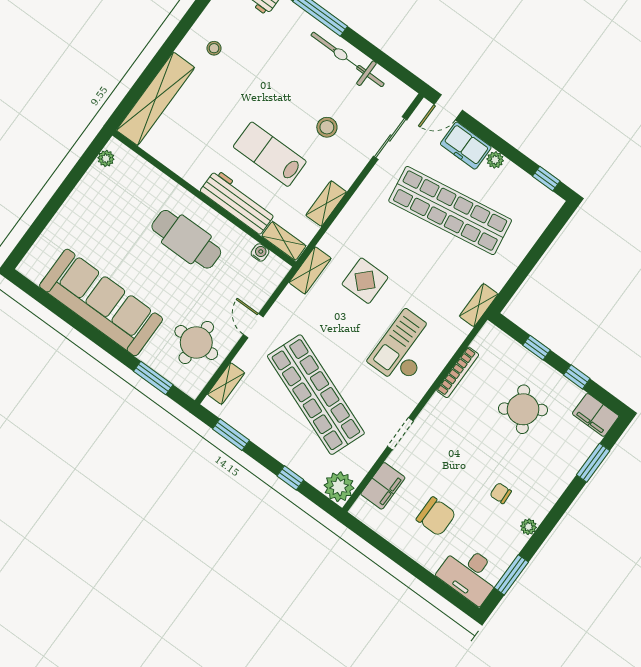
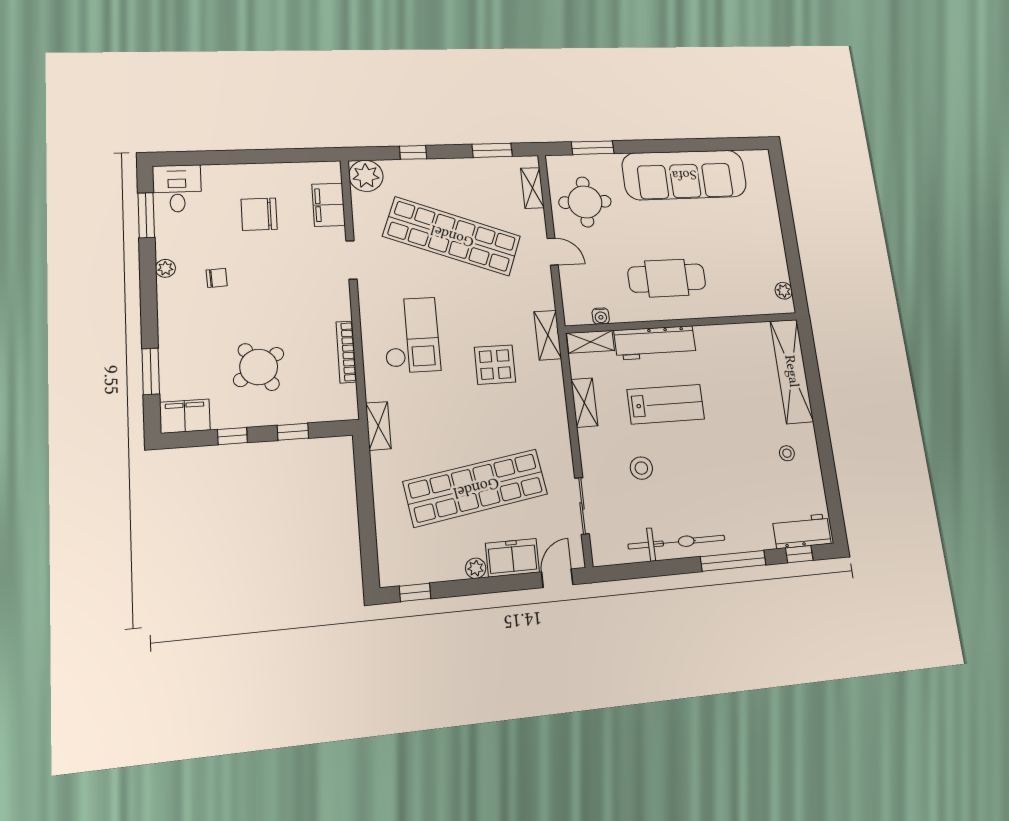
desk: (470, 574) -> (177, 189), width x0.73

